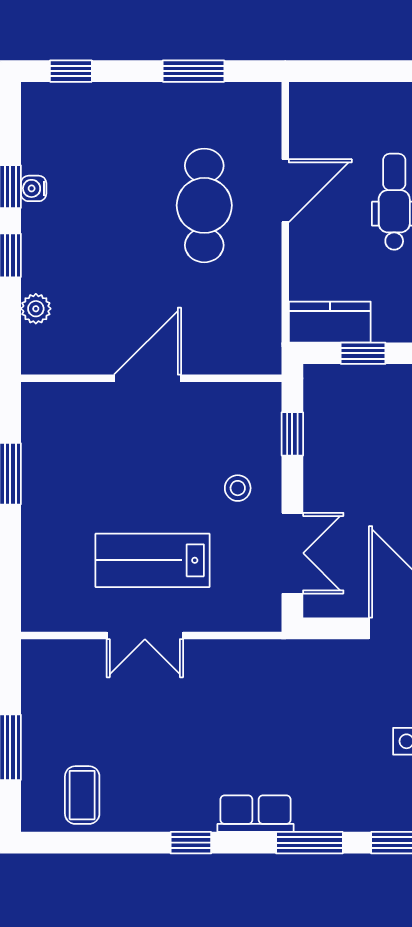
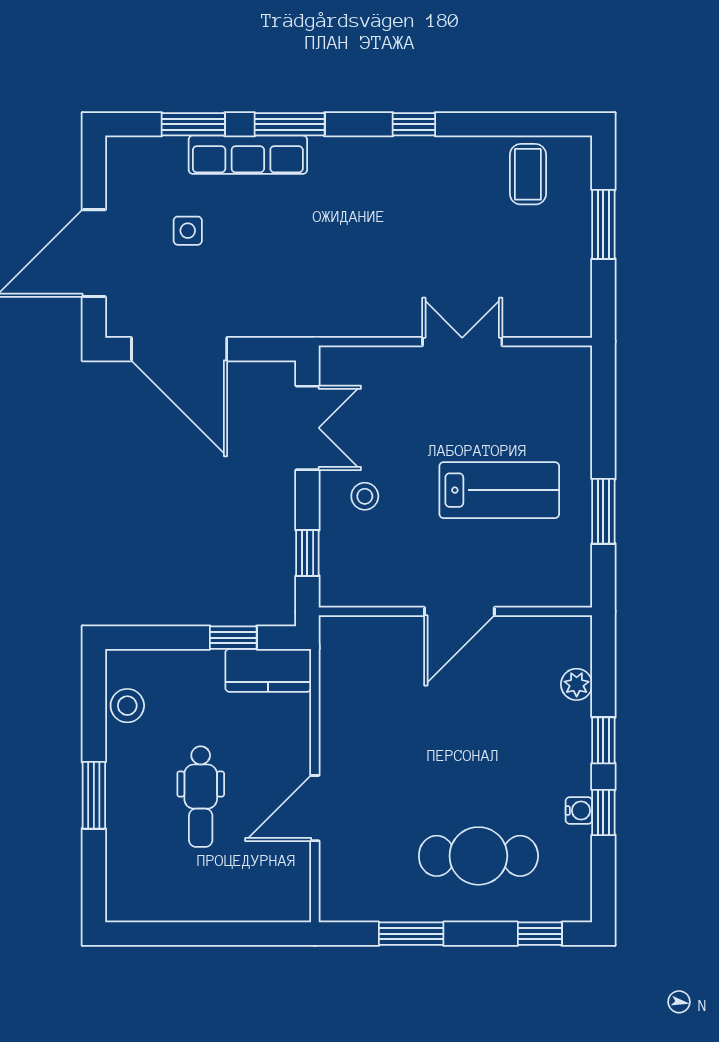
cafe table: (204, 205) -> (478, 856), moved, turned 90
double door: (292, 553) -> (307, 428), swing flipped
lab bench: (152, 560) -> (499, 490), moved
row of seats: (256, 814) -> (248, 155), moved, width x1.48

